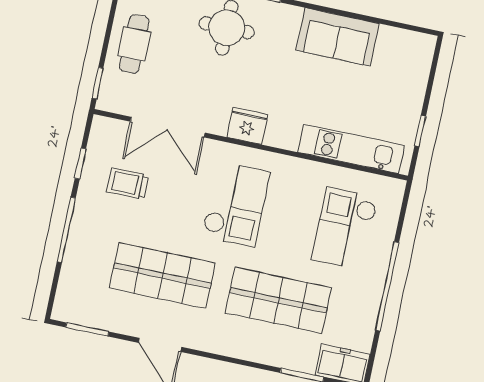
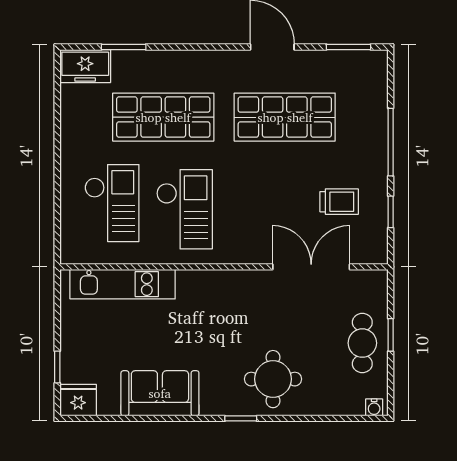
window: (97, 83) -> (391, 335), moved
fridge: (247, 126) -> (78, 400), moved, turned 180
window: (420, 131) -> (57, 367), moved
checkout: (236, 204) -> (184, 209), moved, turned 180
window: (387, 286) -> (57, 154), removed

